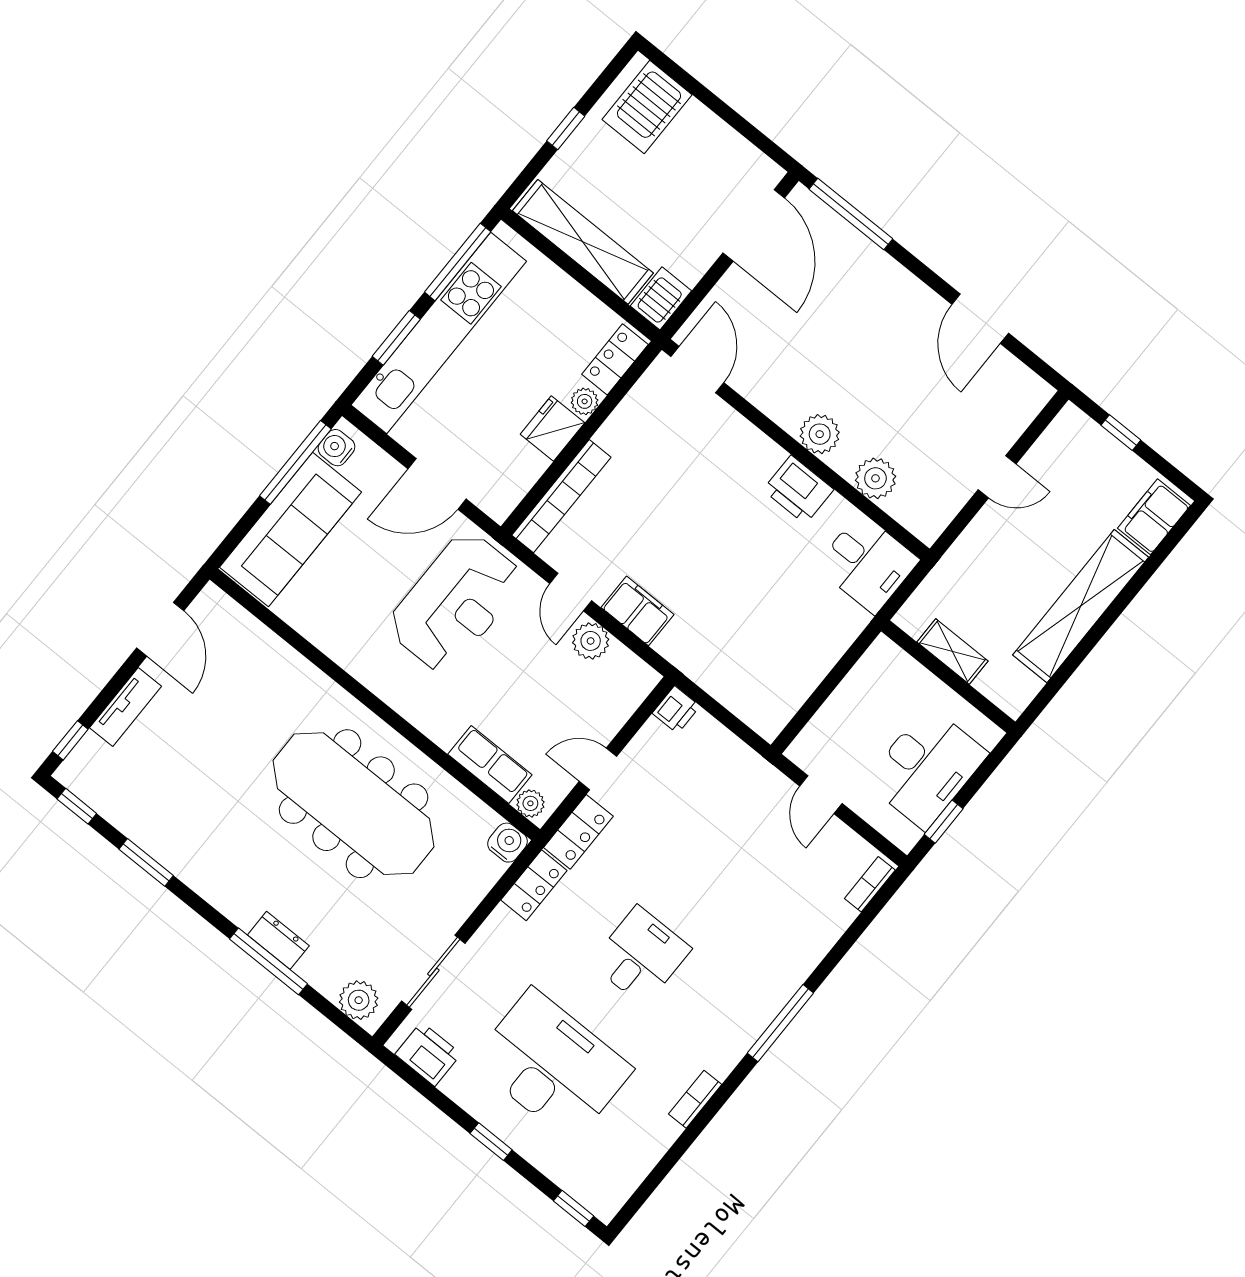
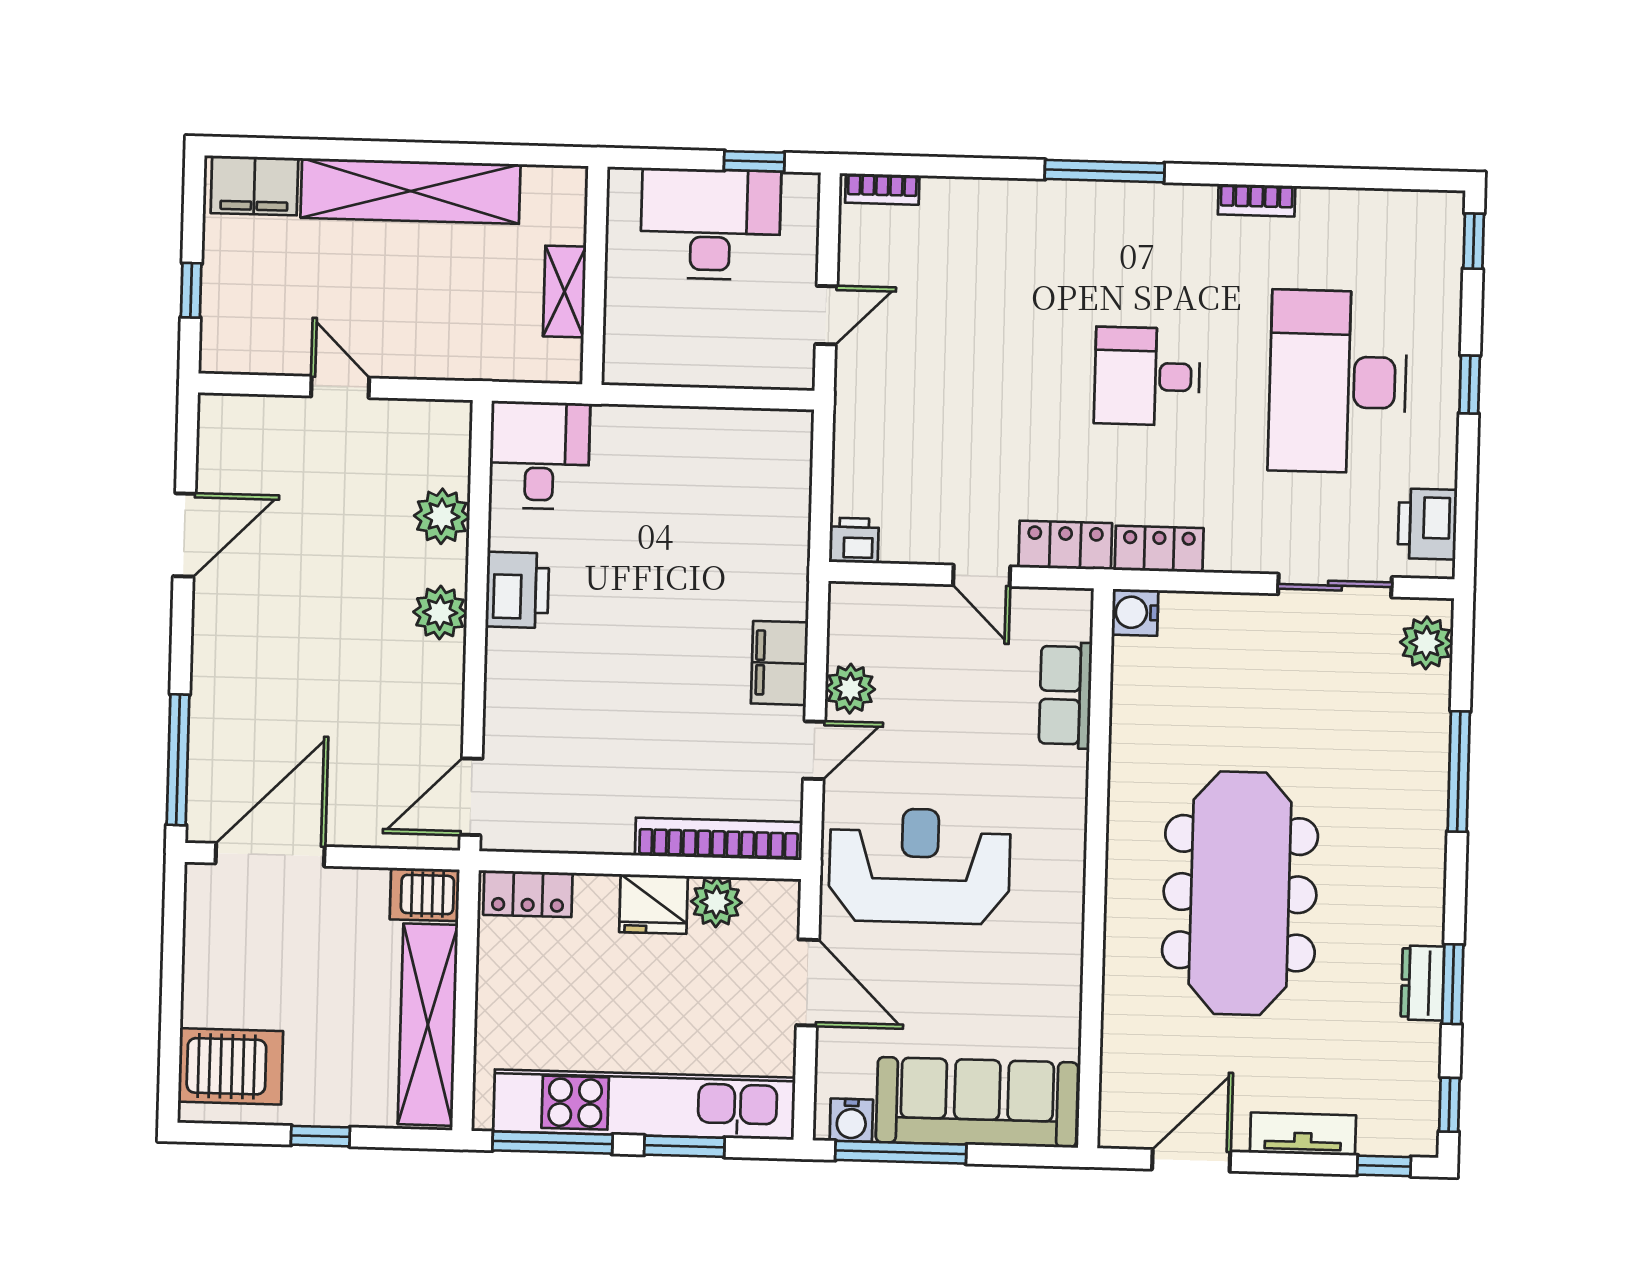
plant: (585, 401) -> (716, 902), moved, width x1.38, depth x1.38
plant: (530, 803) -> (1074, 620), removed
meeting table: (354, 804) -> (1240, 893), moved
dresser: (278, 940) -> (1422, 983), moved

